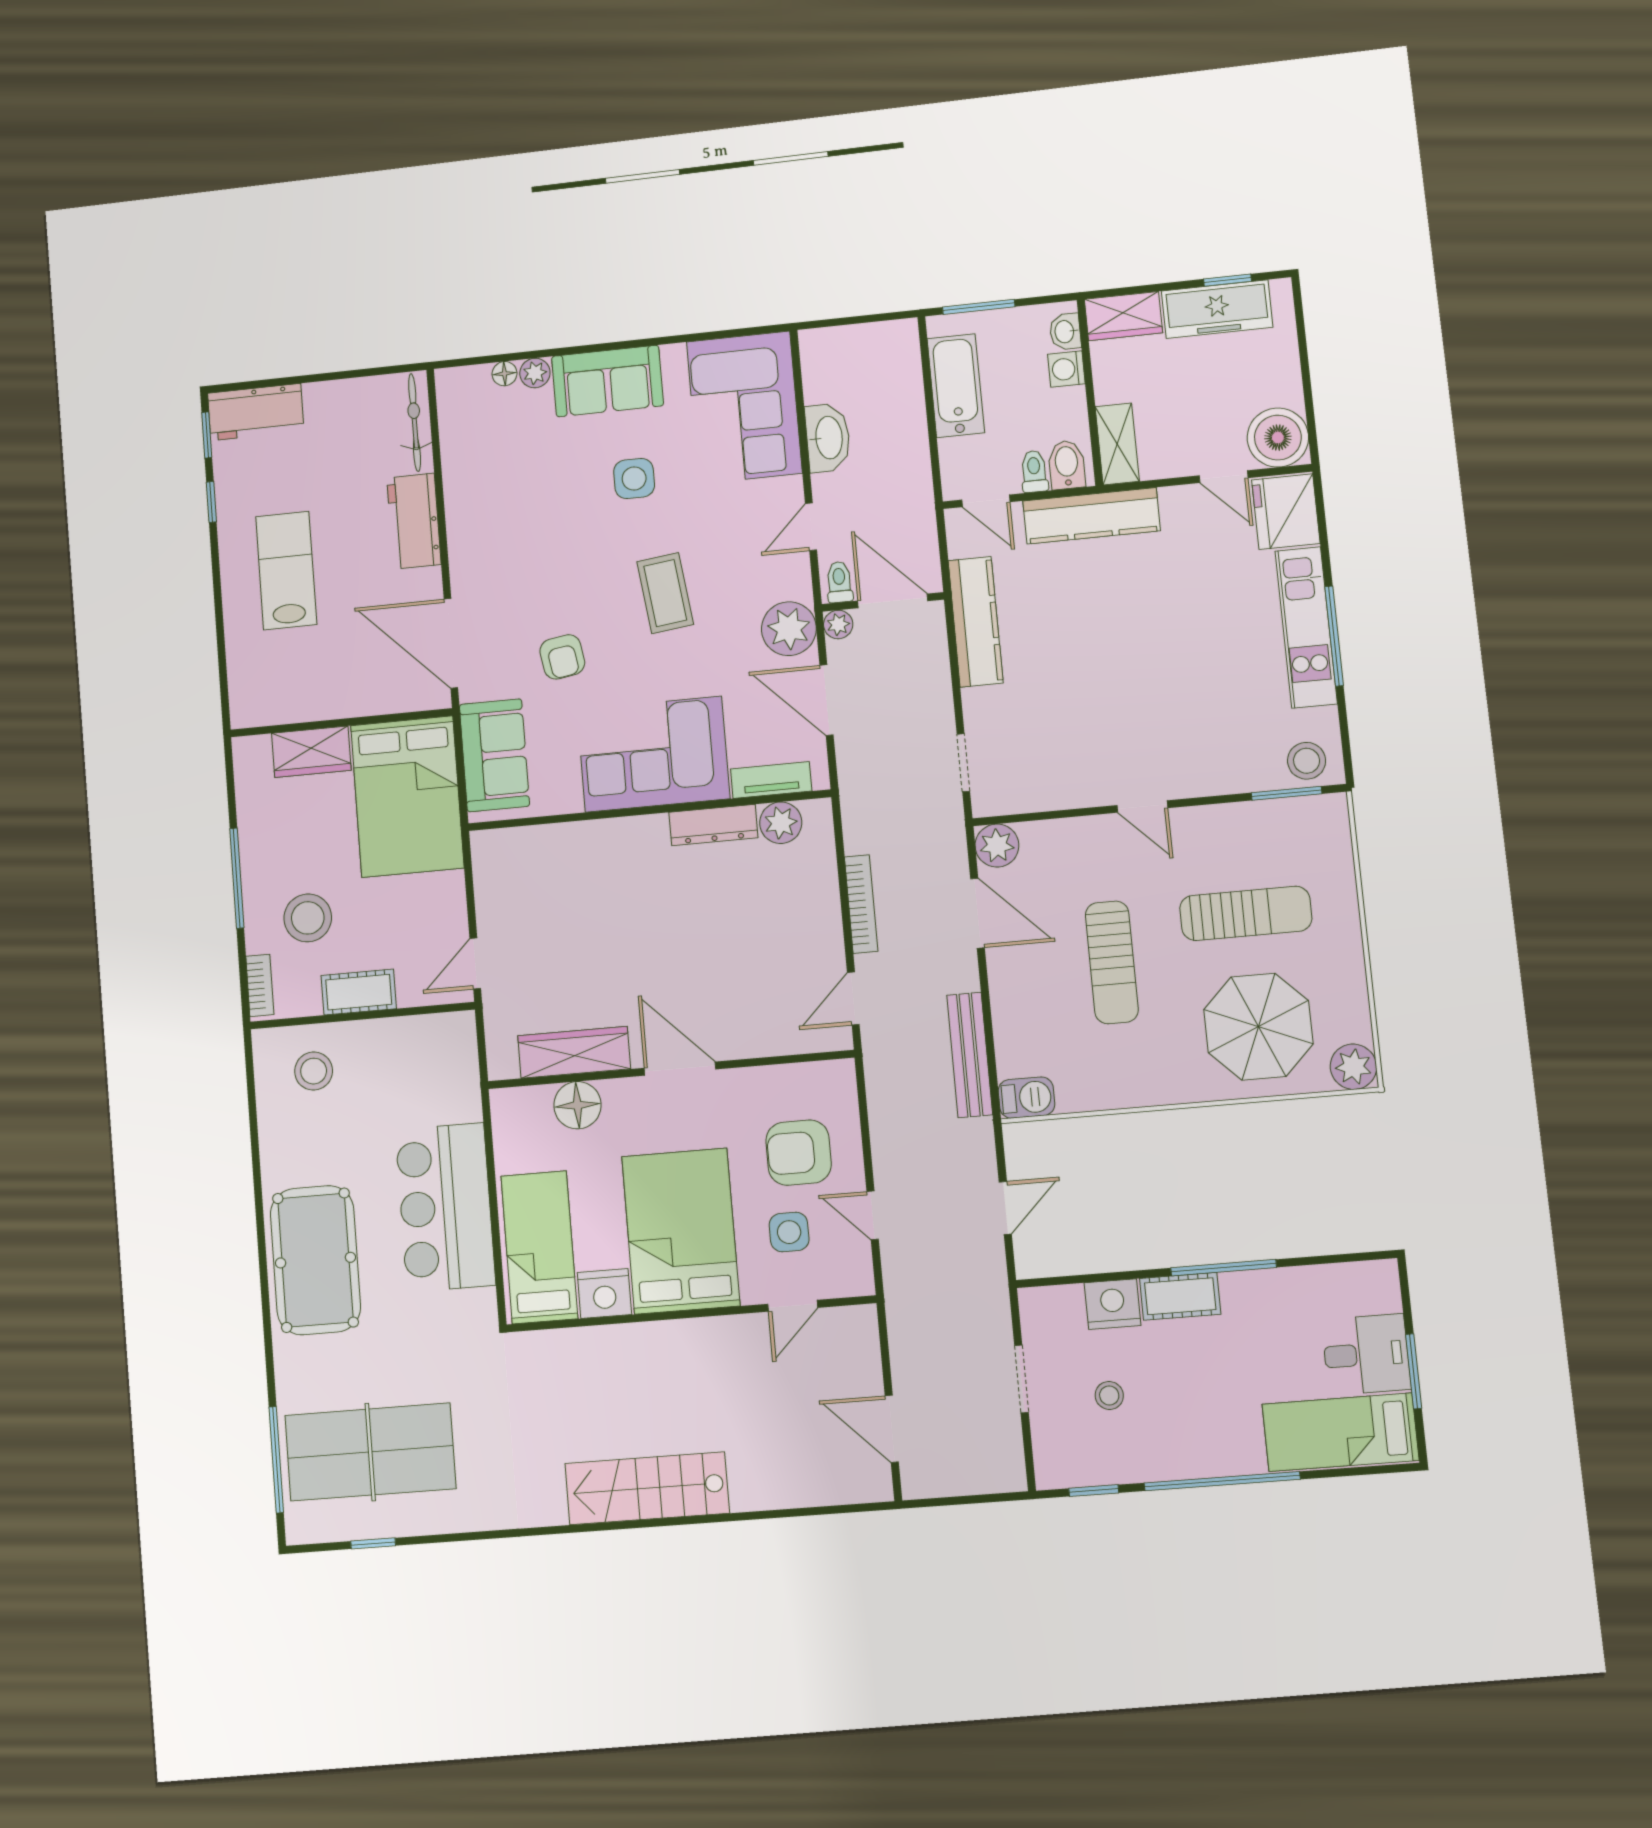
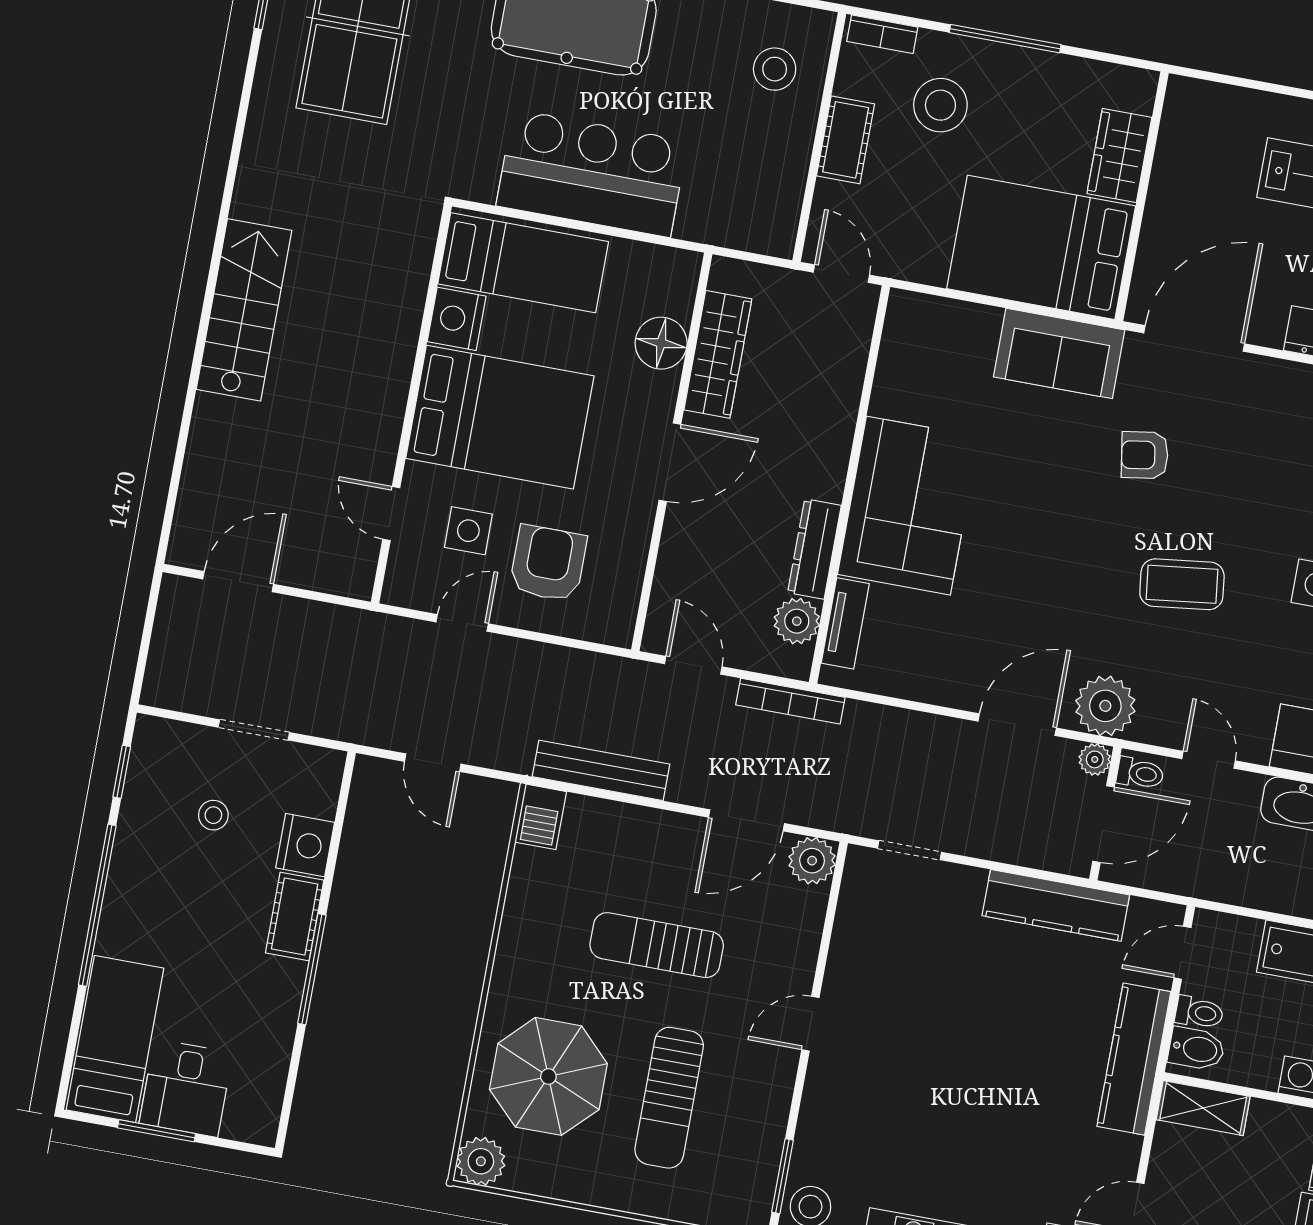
corner sofa: (653, 754) -> (908, 506), moved
tv unit: (771, 780) -> (845, 623), moved
wall: (649, 810) -> (850, 485), moved
plant: (781, 823) -> (797, 621), moved
dresser: (713, 825) -> (814, 549), moved

